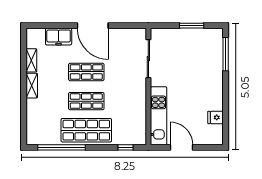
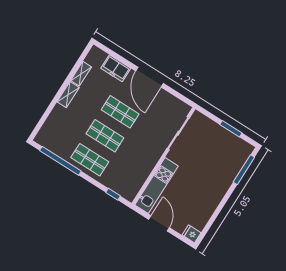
fridge: (215, 117) -> (192, 234), moved
shop shelf: (86, 130) -> (90, 160), width x0.70, depth x0.74

